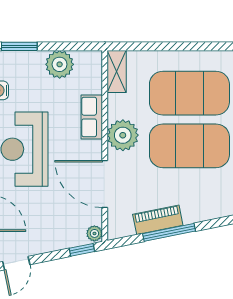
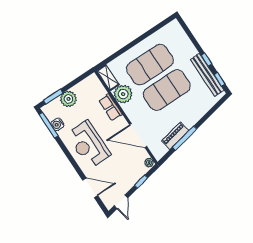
plant: (60, 64) -> (68, 99), moved
plant: (123, 135) -> (123, 94), moved
window: (82, 250) -> (141, 182), moved

